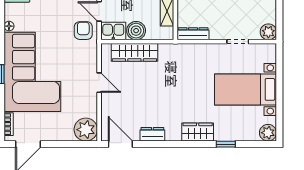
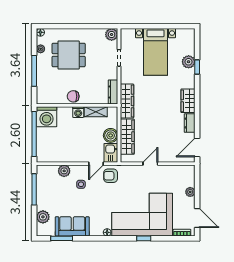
wardrobe: (181, 52) -> (127, 101), added
plant: (86, 130) -> (190, 192), moved, width x0.53, depth x0.53
wardrobe: (198, 132) -> (188, 101), moved
plant: (268, 133) -> (189, 62), moved

